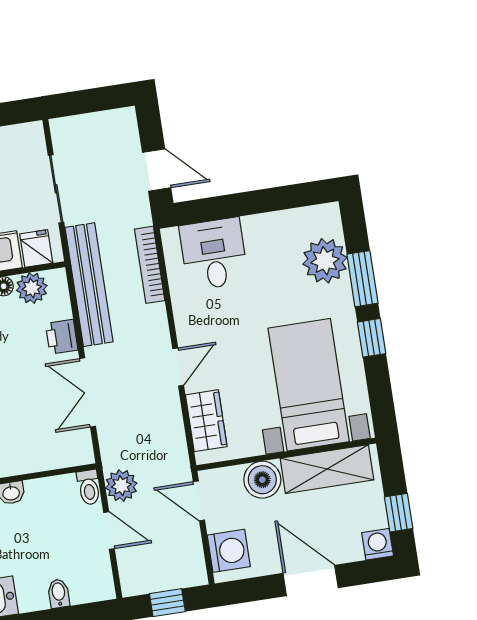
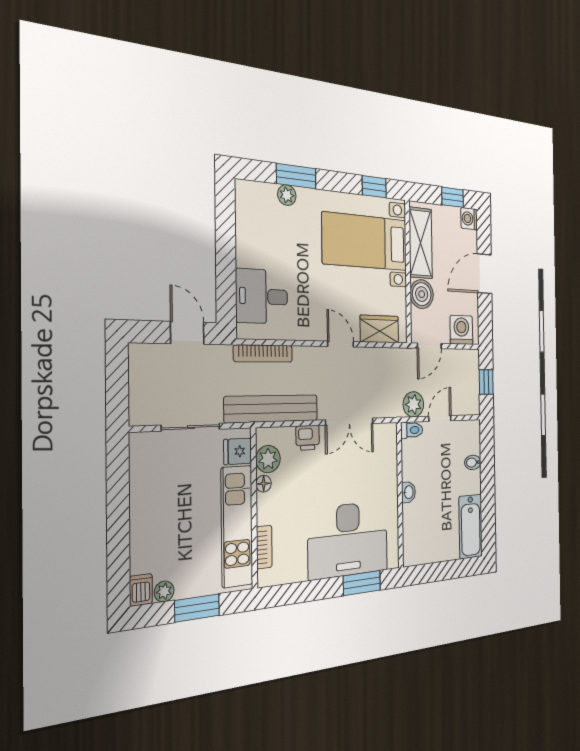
door: (157, 170) -> (187, 333), hinge flipped
plant: (325, 261) -> (287, 195), width x0.53, depth x0.53
window: (372, 338) -> (374, 187), moved

